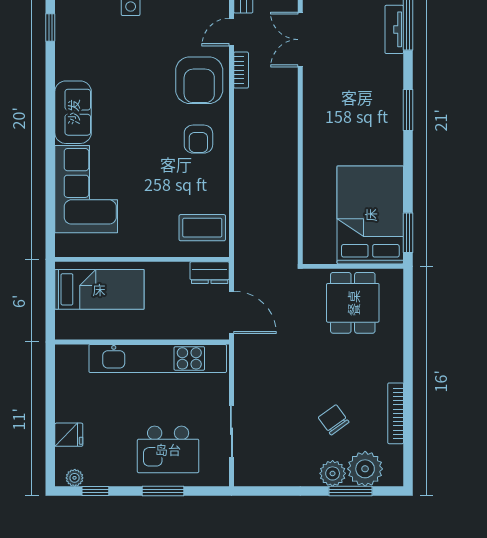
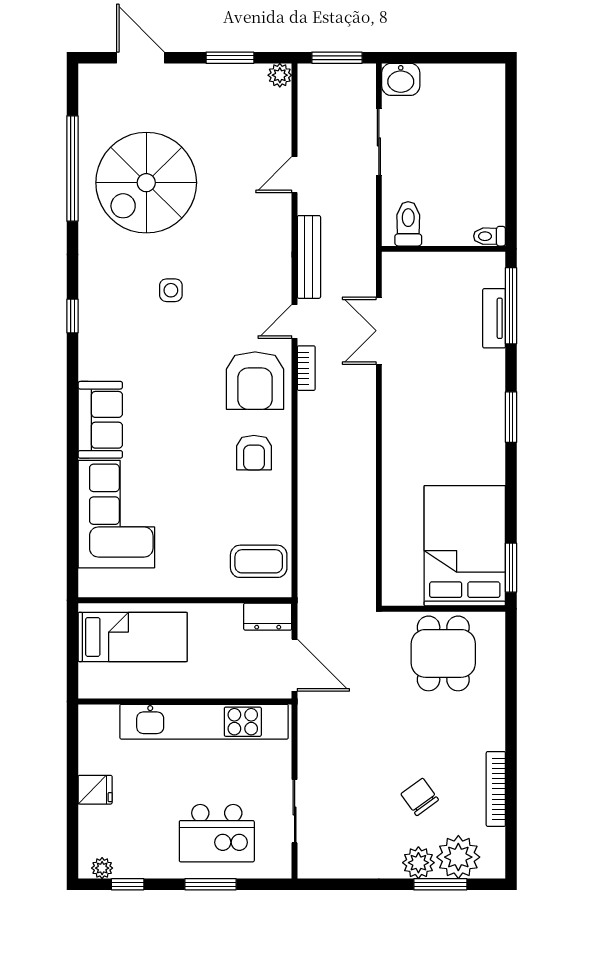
fridge: (69, 435) -> (95, 790), moved

